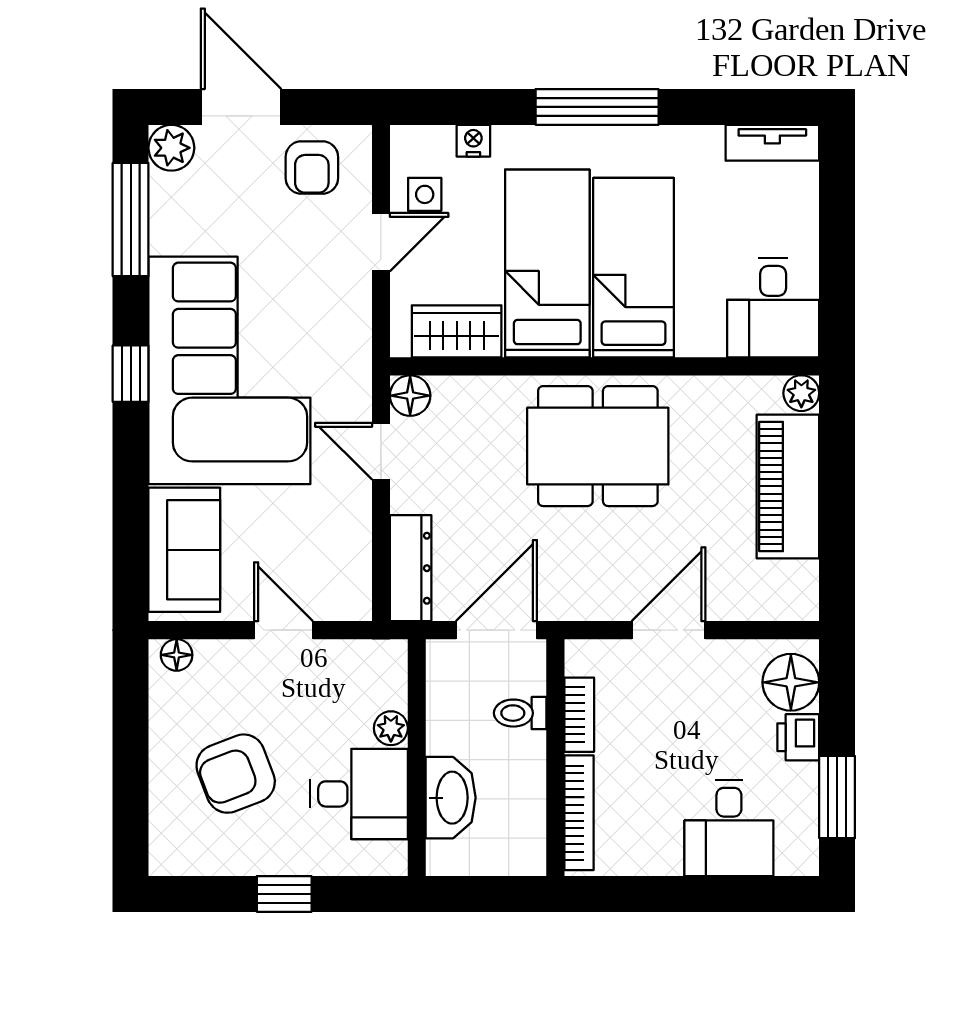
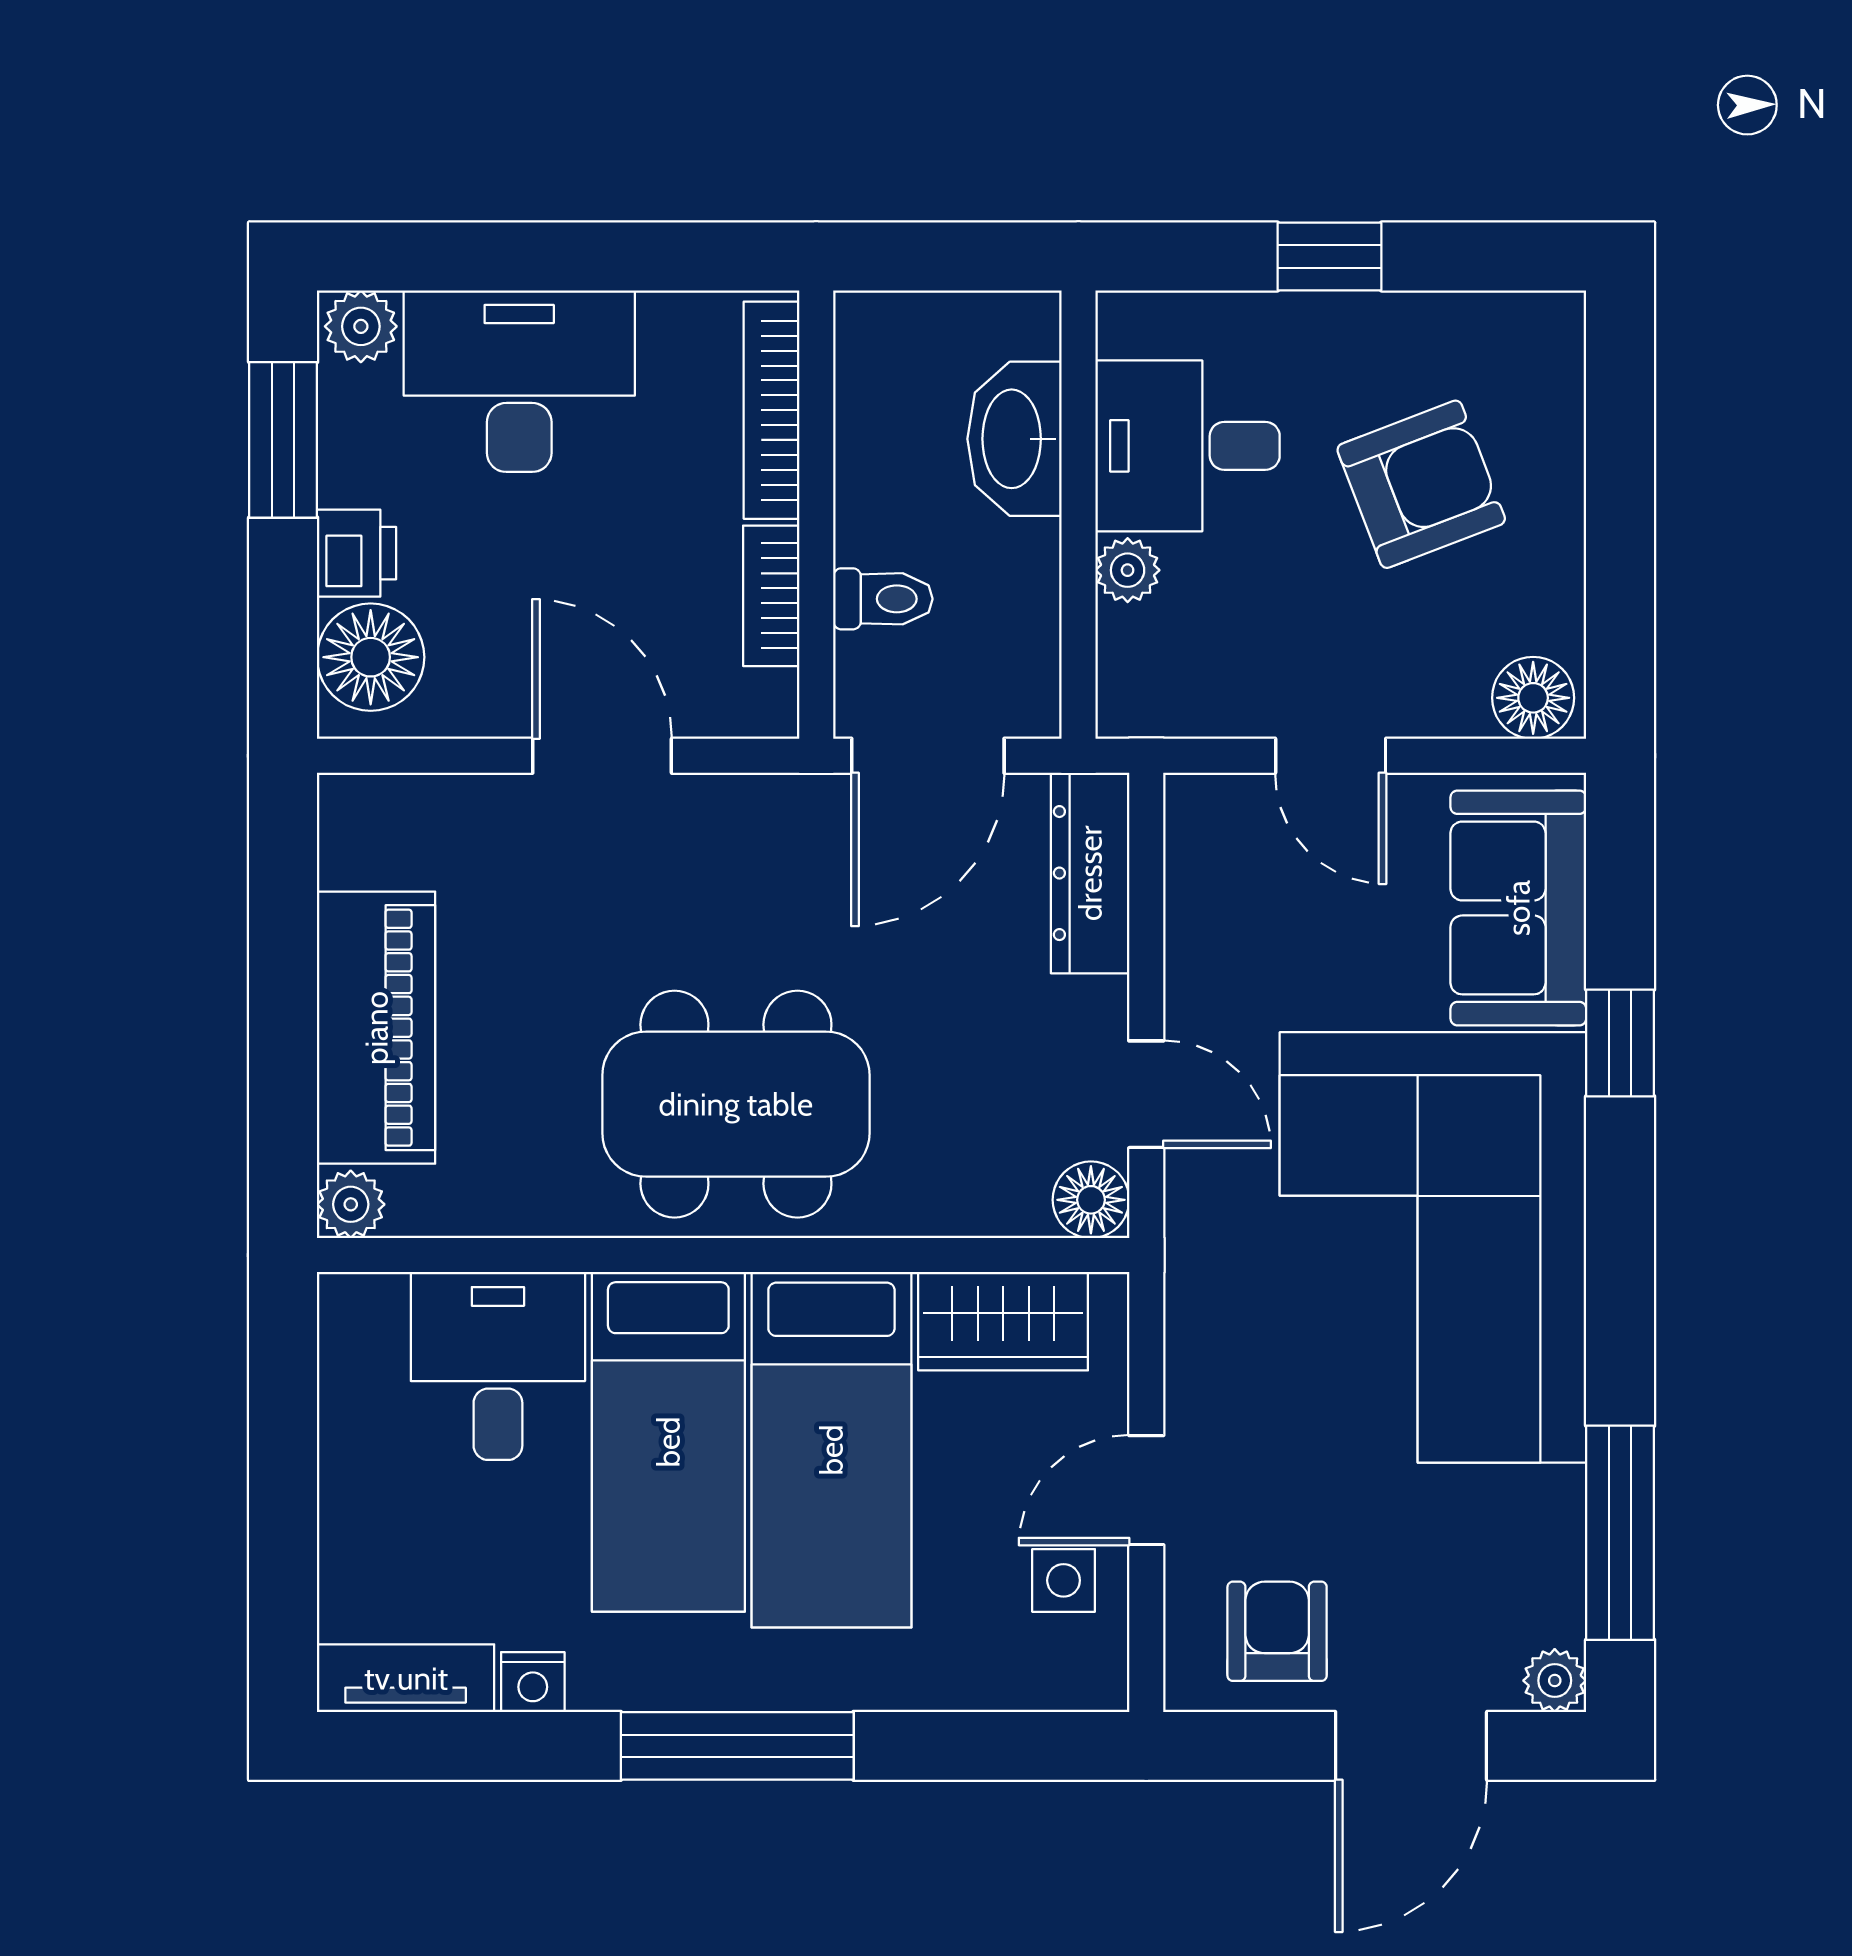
door: (241, 107) -> (1411, 1746), hinge flipped
nightstand: (473, 141) -> (533, 1682), moved
plant: (171, 148) -> (1555, 1681), width x0.73, depth x0.73
desk: (773, 308) -> (498, 1366), moved
window: (131, 374) -> (1620, 1043), moved
door: (669, 630) -> (602, 756), swing flipped
floor lamp: (177, 655) -> (1533, 698), width x1.37, depth x1.37
desk: (729, 828) -> (519, 381), width x1.37
plant: (796, 857) -> (361, 326), added

